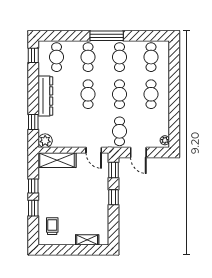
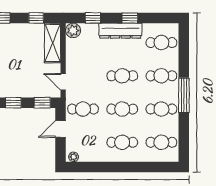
window: (33, 55) -> (130, 18), moved
door: (94, 150) -> (63, 82), hinge flipped
window: (33, 186) -> (36, 18), moved

